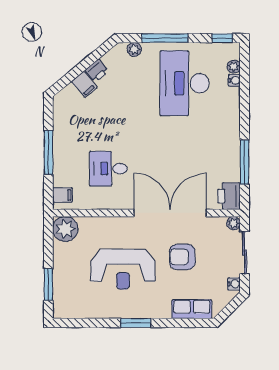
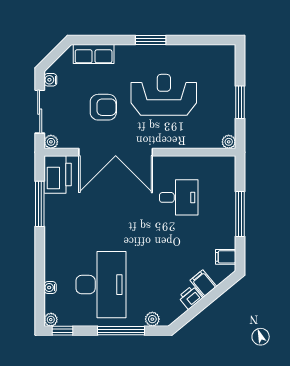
plant: (234, 67) -> (51, 320), moved
filing cabinet: (62, 195) -> (226, 257), moved
printer: (229, 196) -> (58, 175), width x1.37, depth x1.19
plant: (65, 229) -> (229, 142), width x0.53, depth x0.53
window: (48, 285) -> (240, 102), moved

